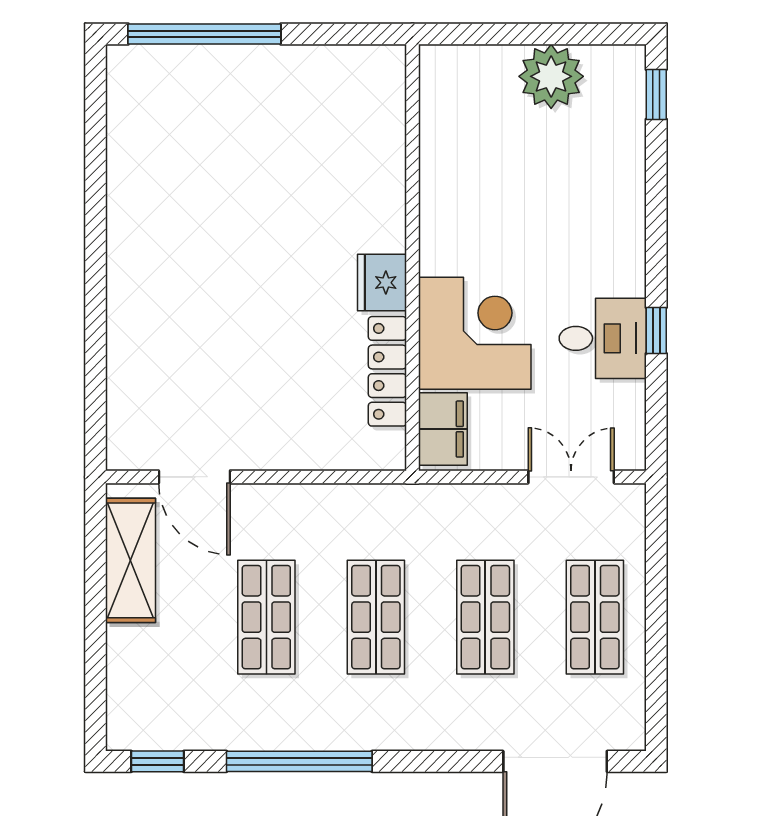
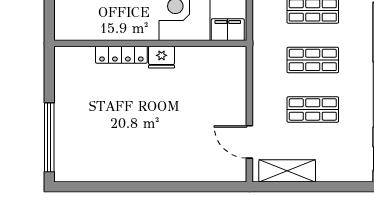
locker: (387, 371) -> (121, 55), moved
door: (194, 477) -> (249, 142), swing flipped

